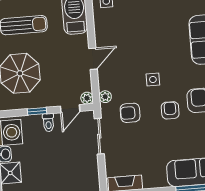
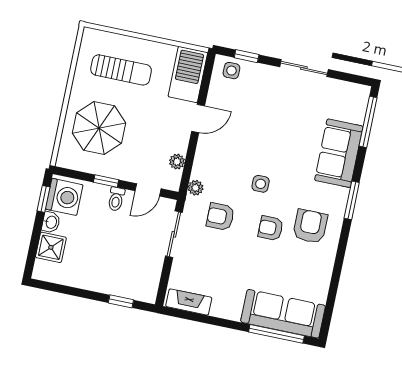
door: (93, 59) -> (198, 119), moved
plant: (87, 98) -> (177, 162), moved
armchair: (170, 110) -> (271, 228), turned -90

